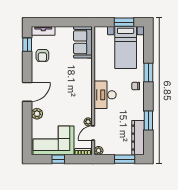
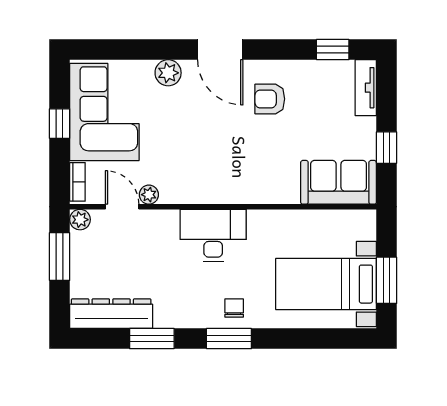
window: (68, 22) -> (387, 148), added
armchair: (42, 56) -> (270, 99), moved
window: (148, 72) -> (229, 339), moved
window: (125, 159) -> (60, 257), moved

